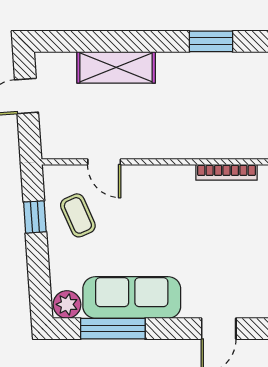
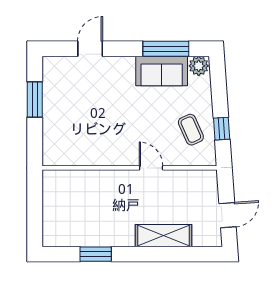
door: (104, 162) -> (151, 168), moved
bookcase: (227, 172) -> (85, 160), removed
sofa: (132, 298) -> (162, 71), width x0.73

